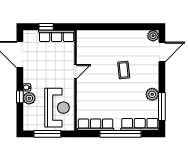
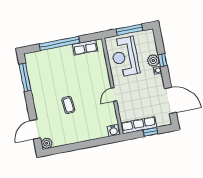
water cooler: (83, 35) -> (113, 130), added
plant: (152, 94) -> (37, 87), removed
row of seats: (140, 124) -> (43, 56), removed
row of seats: (96, 125) -> (85, 47), width x0.68

